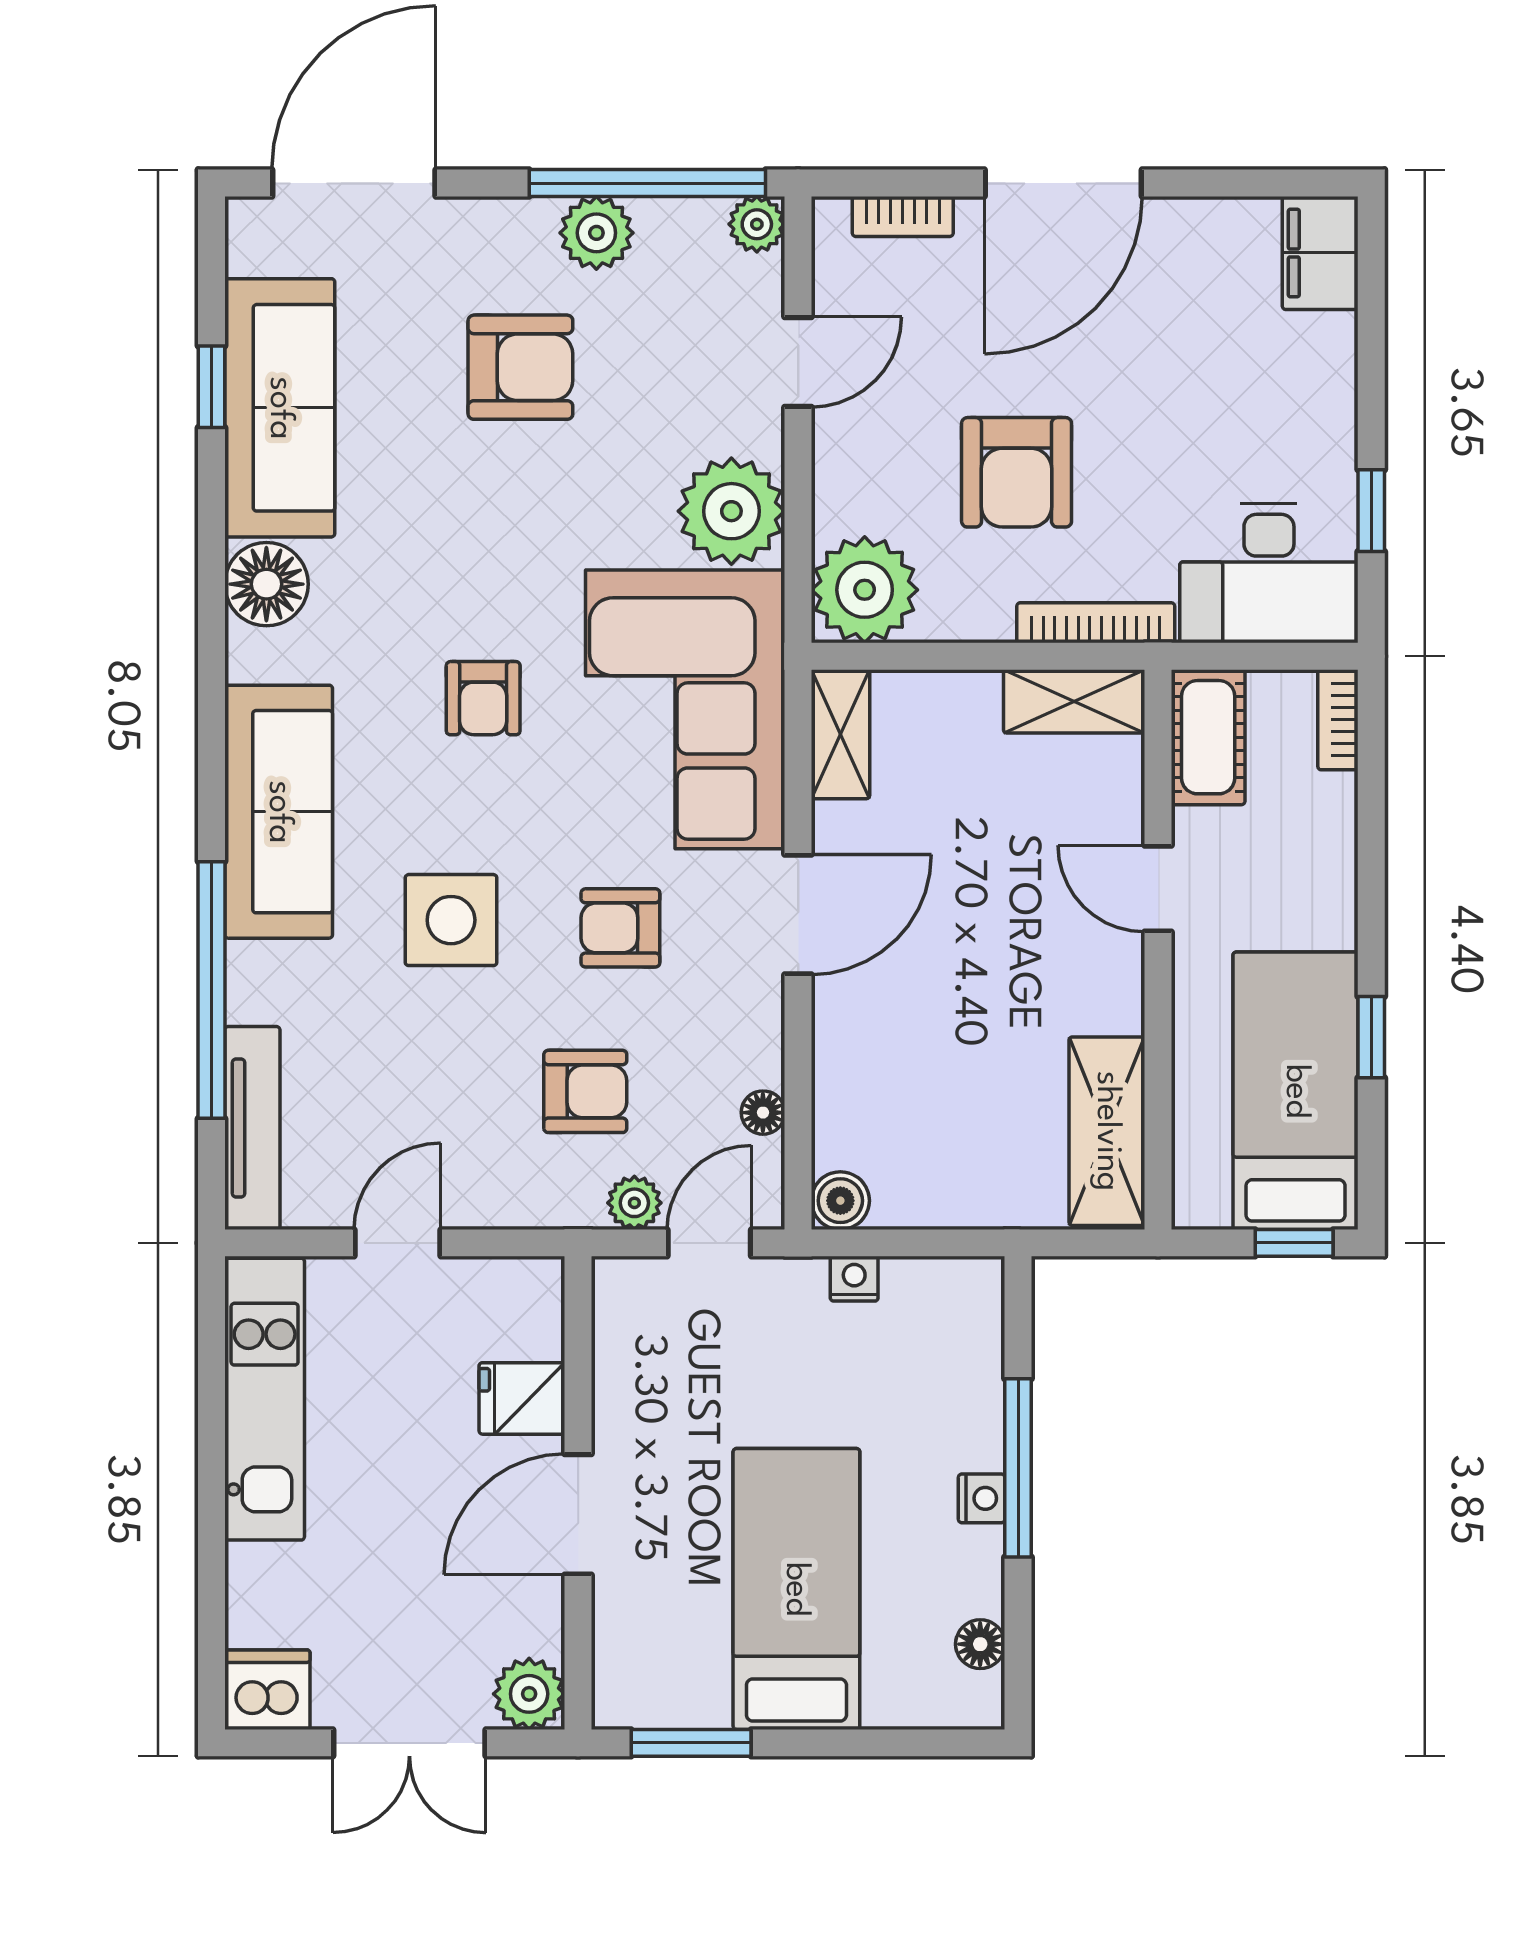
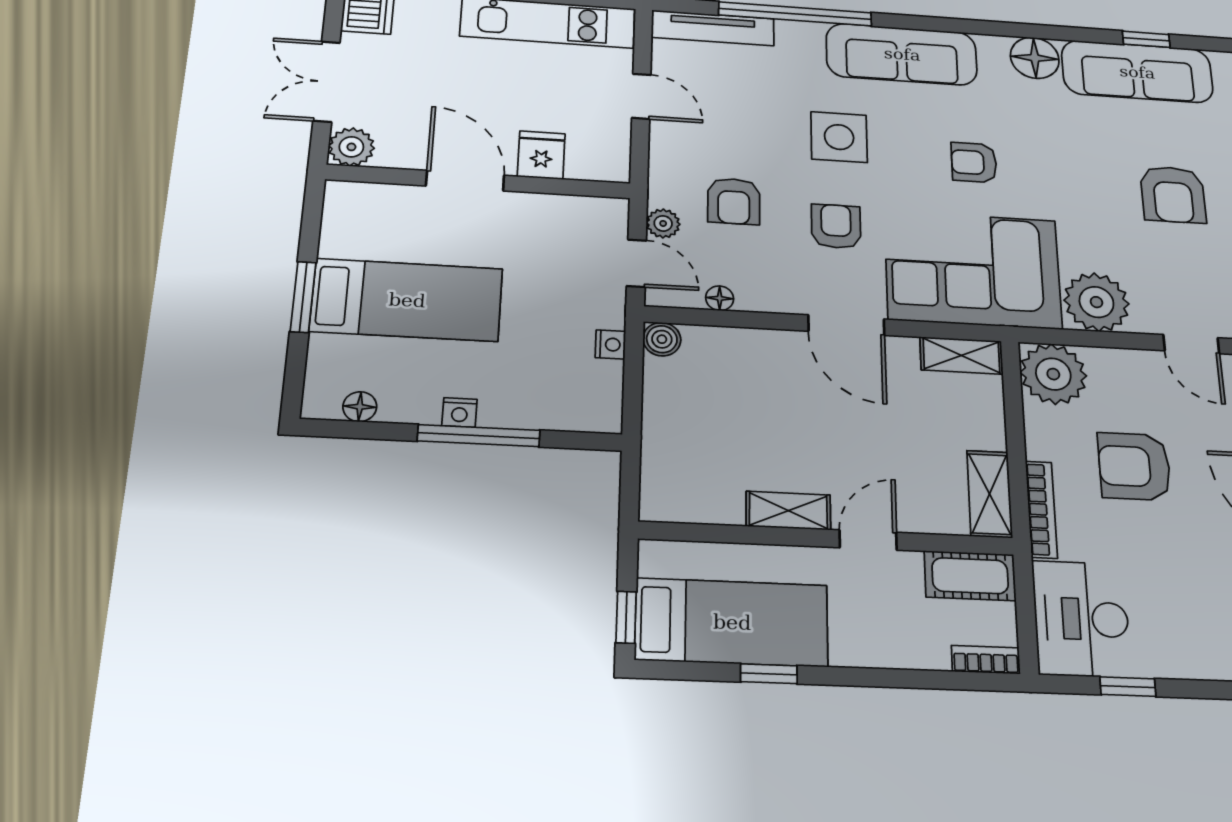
shelving: (1107, 1131) -> (788, 511), moved, width x0.67, depth x0.75
window: (691, 1743) -> (303, 297), moved

